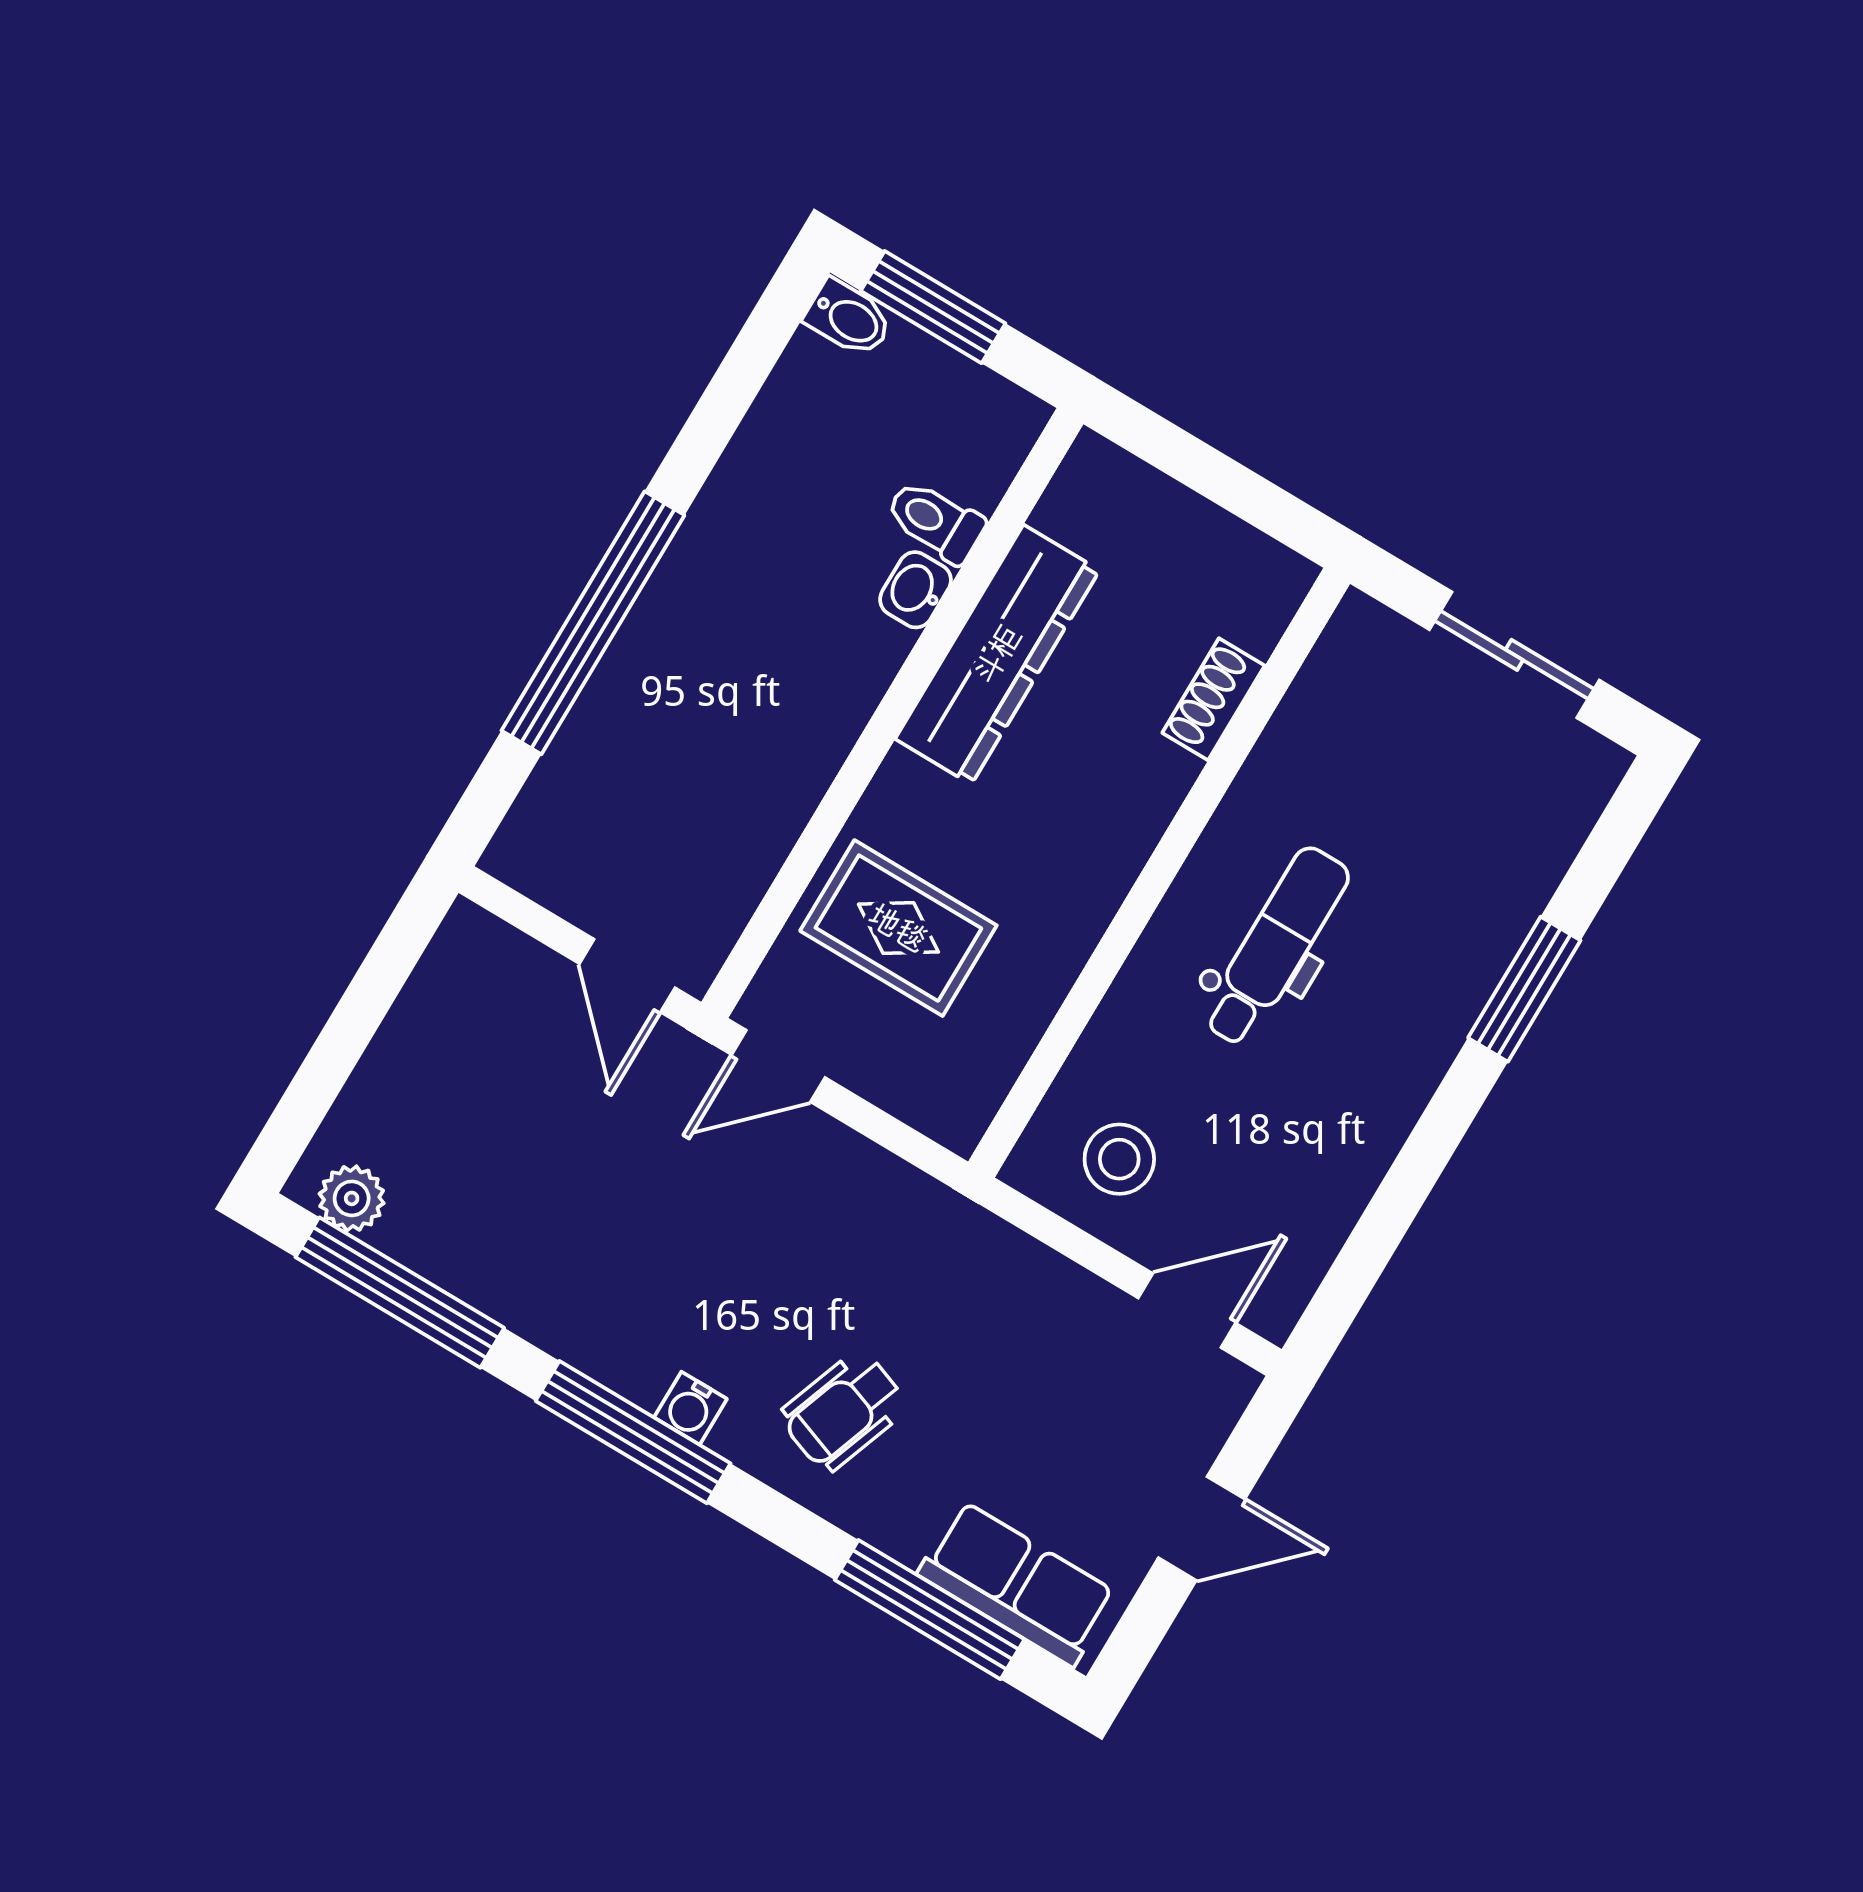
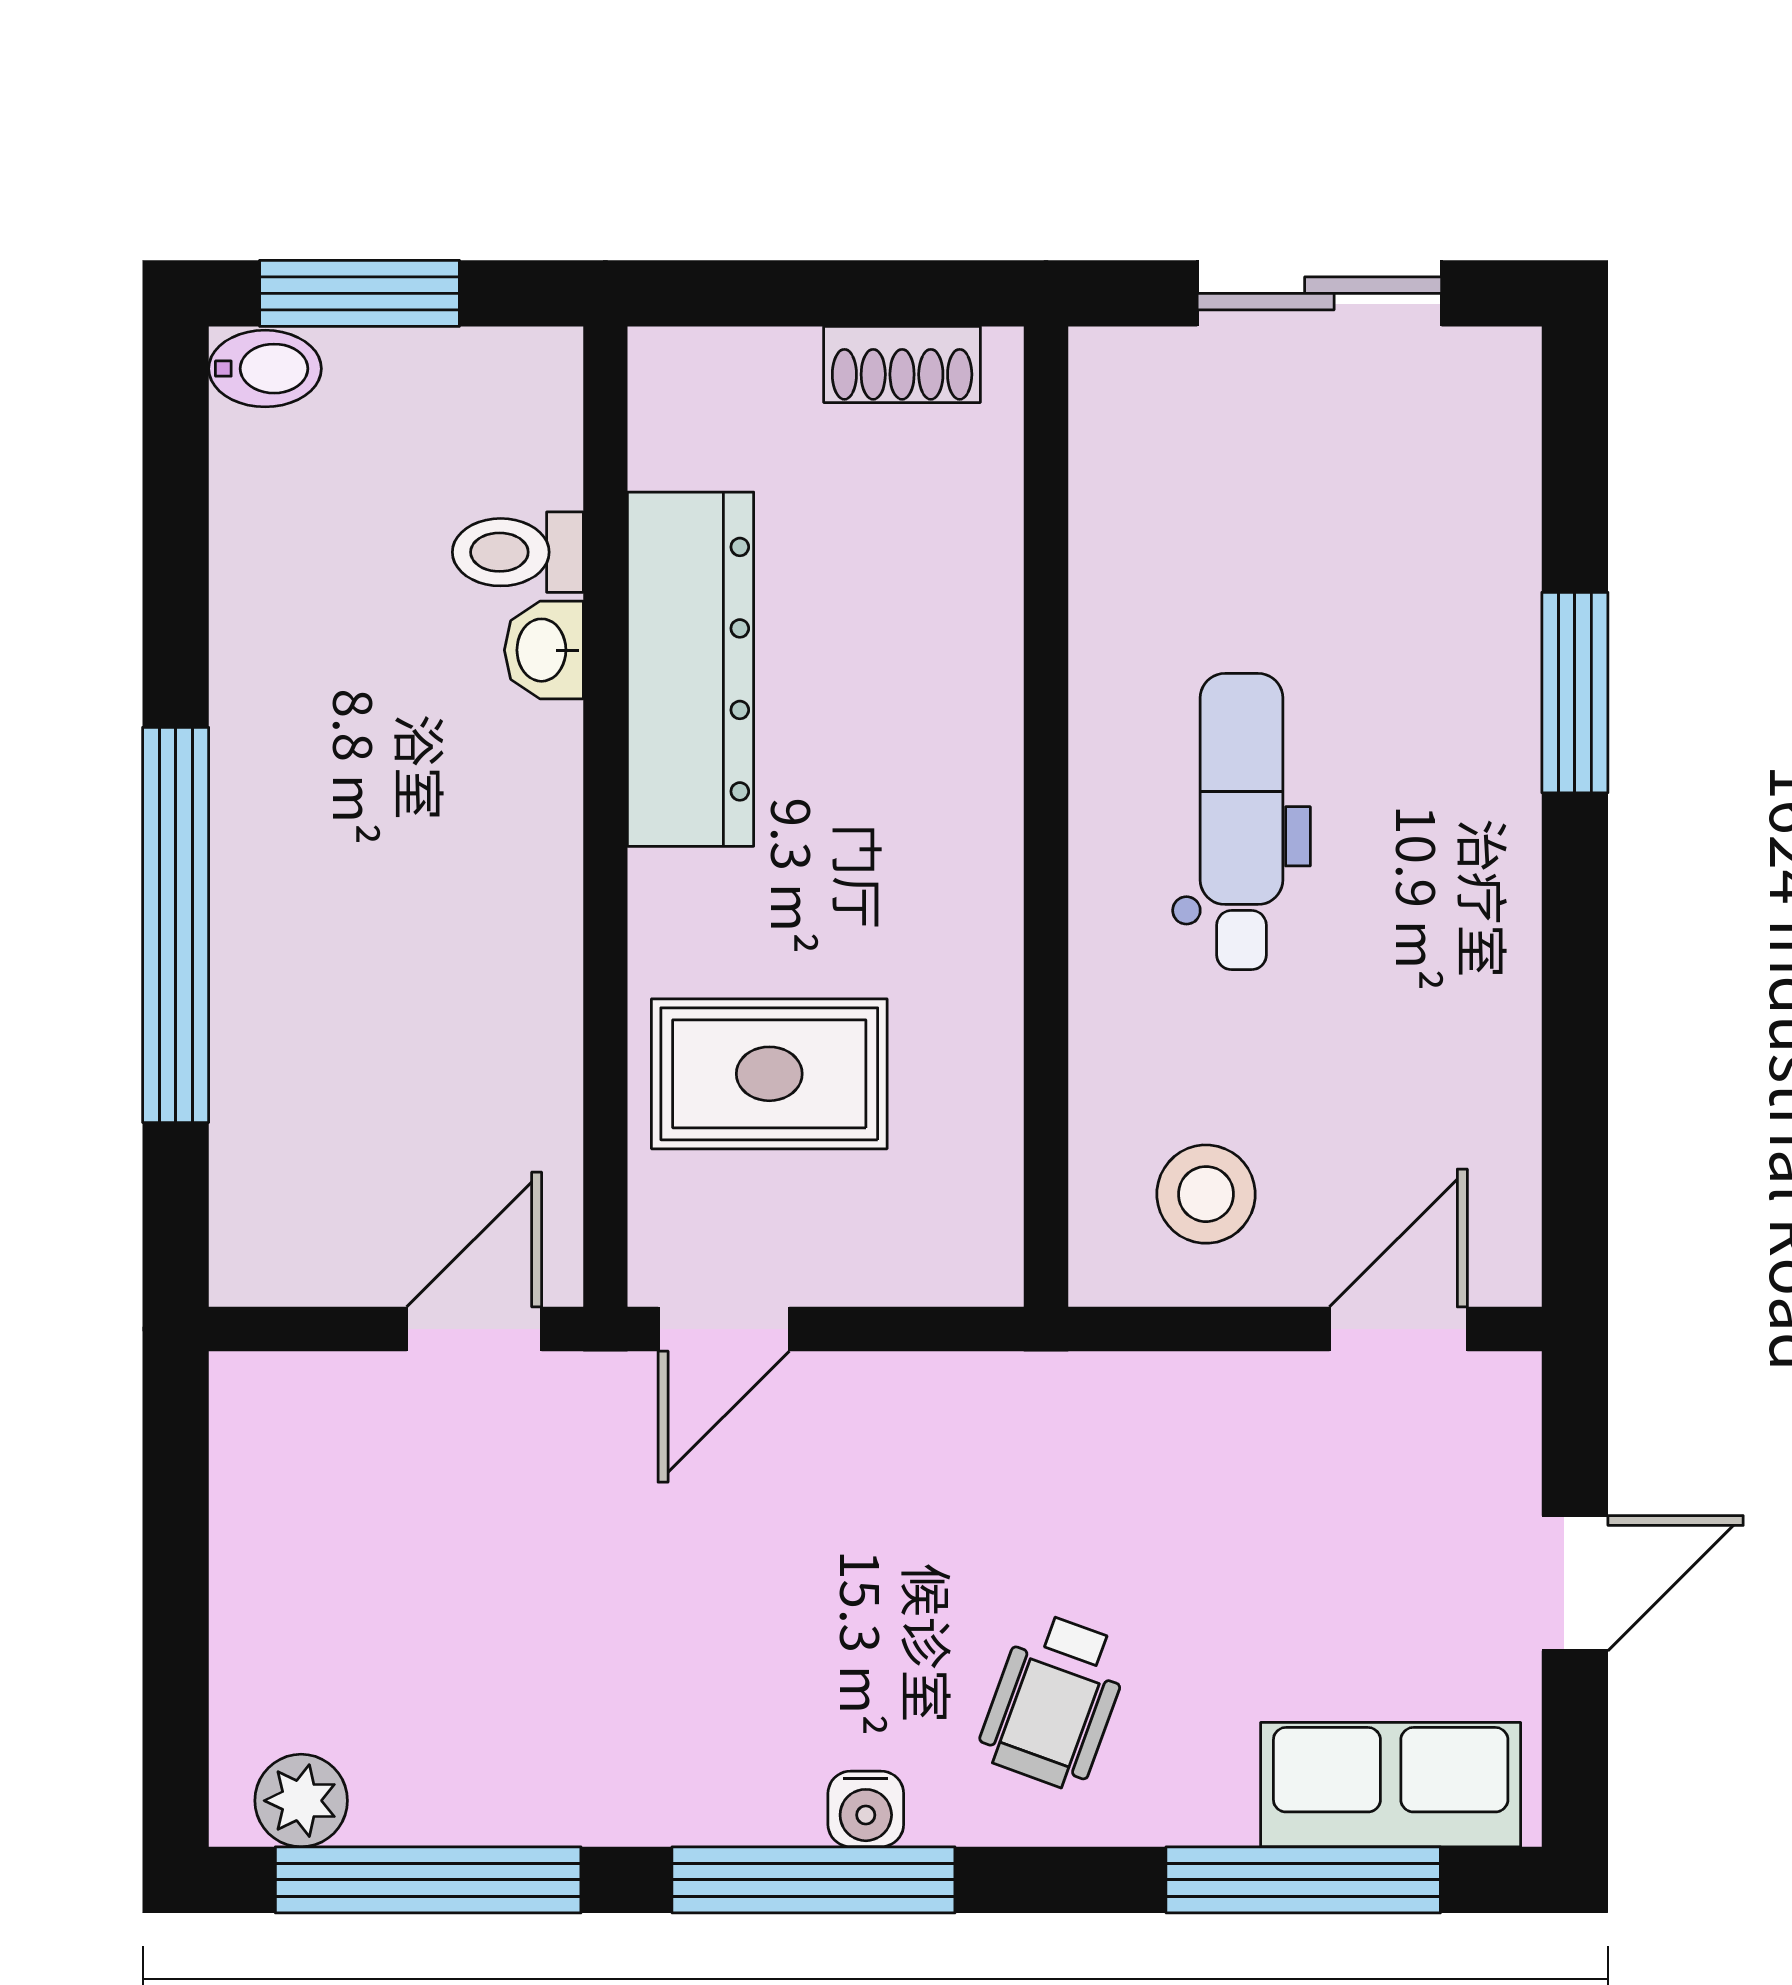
shoe rack: (1214, 699) -> (902, 364), moved, turned -90
door: (627, 976) -> (474, 1329), swing flipped

